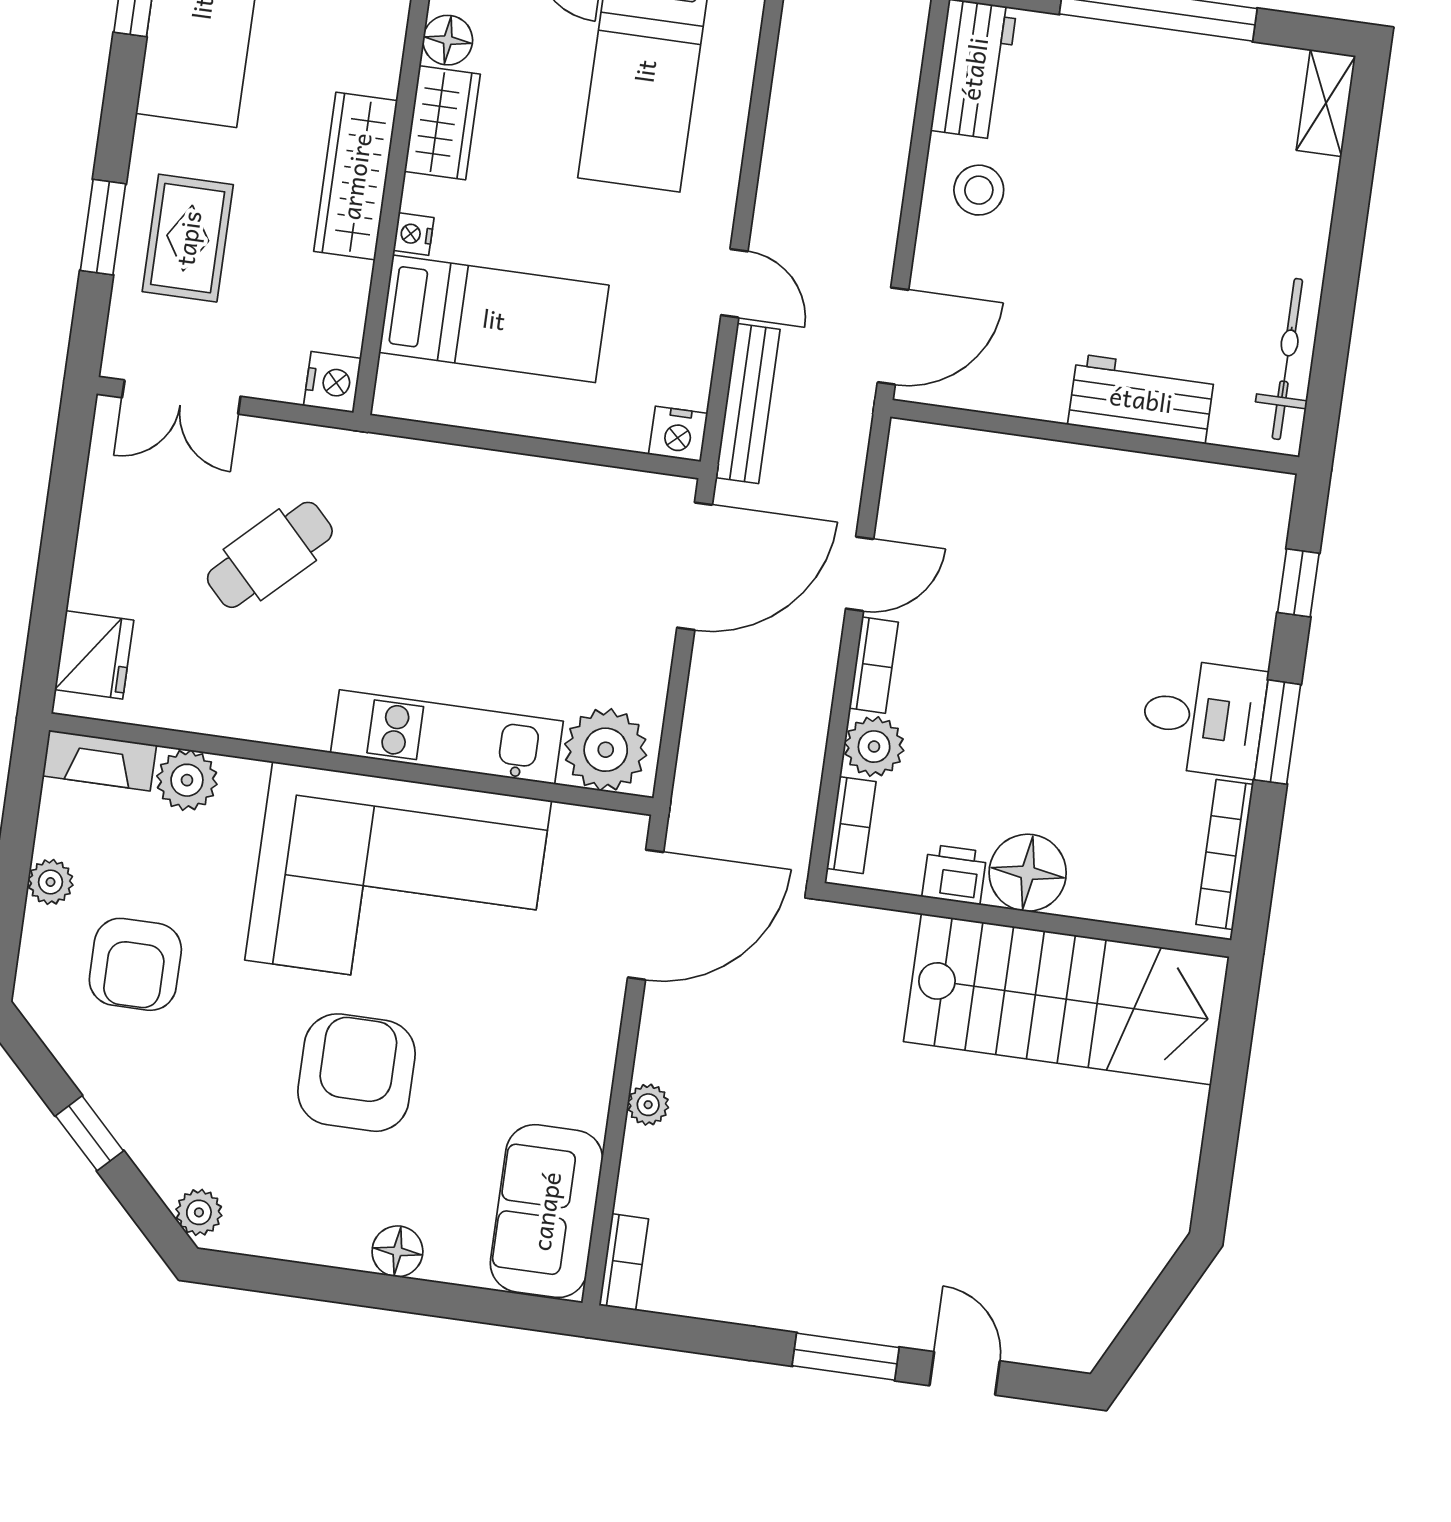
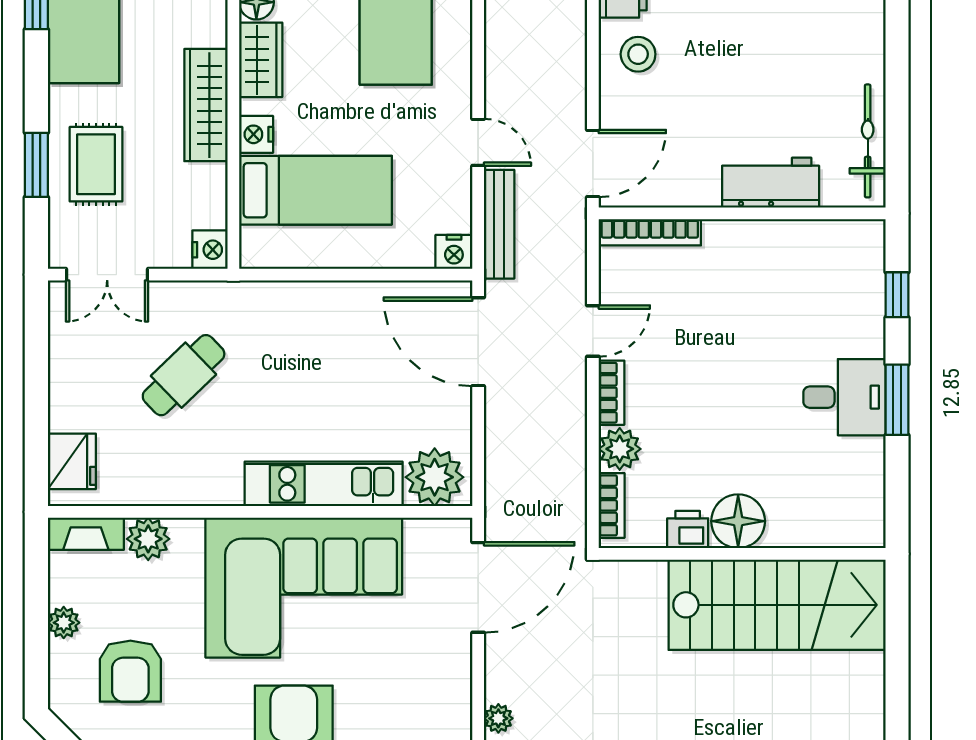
nightstand: (414, 234) -> (256, 134), width x1.39, depth x1.35
door: (695, 566) -> (478, 342), swing flipped
bookcase: (1225, 854) -> (650, 232), moved, turned -90

